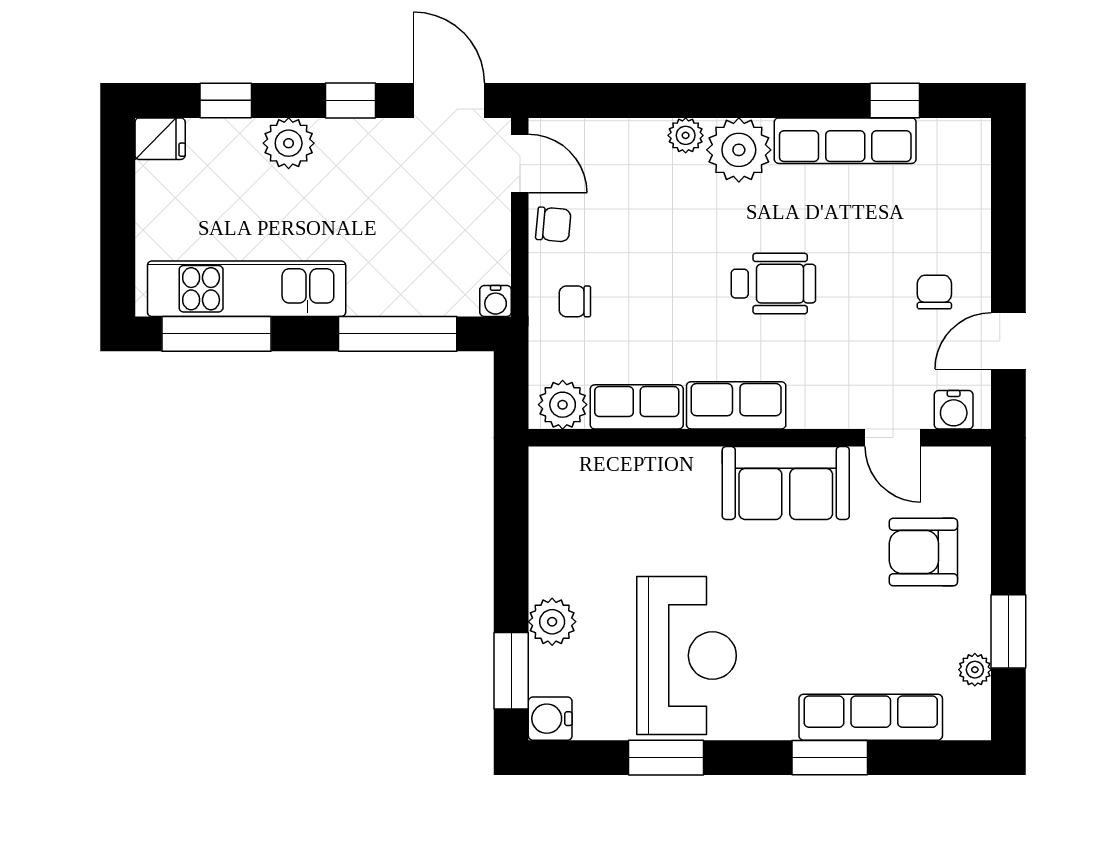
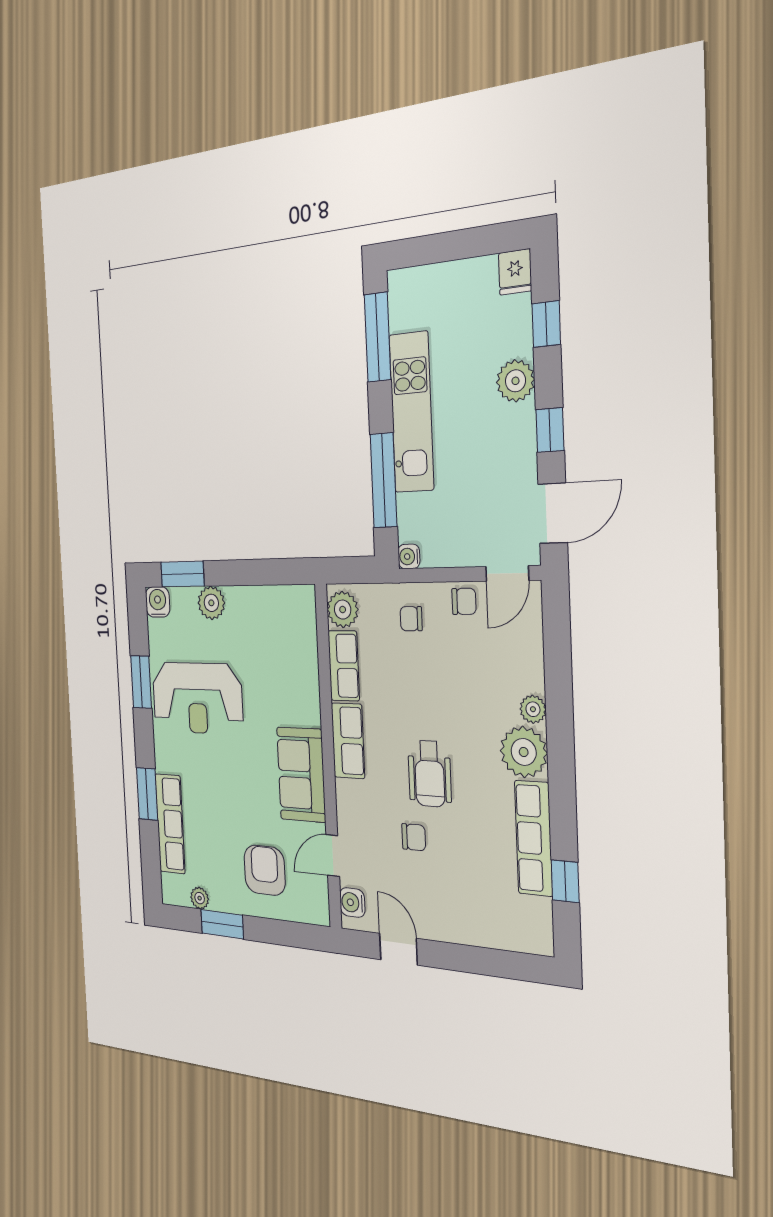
chair: (553, 224) -> (464, 601), turned -95
kitchen unit: (247, 289) -> (411, 412), moved
chair: (934, 292) -> (414, 837), moved
chair: (575, 301) -> (411, 619), turned -90

